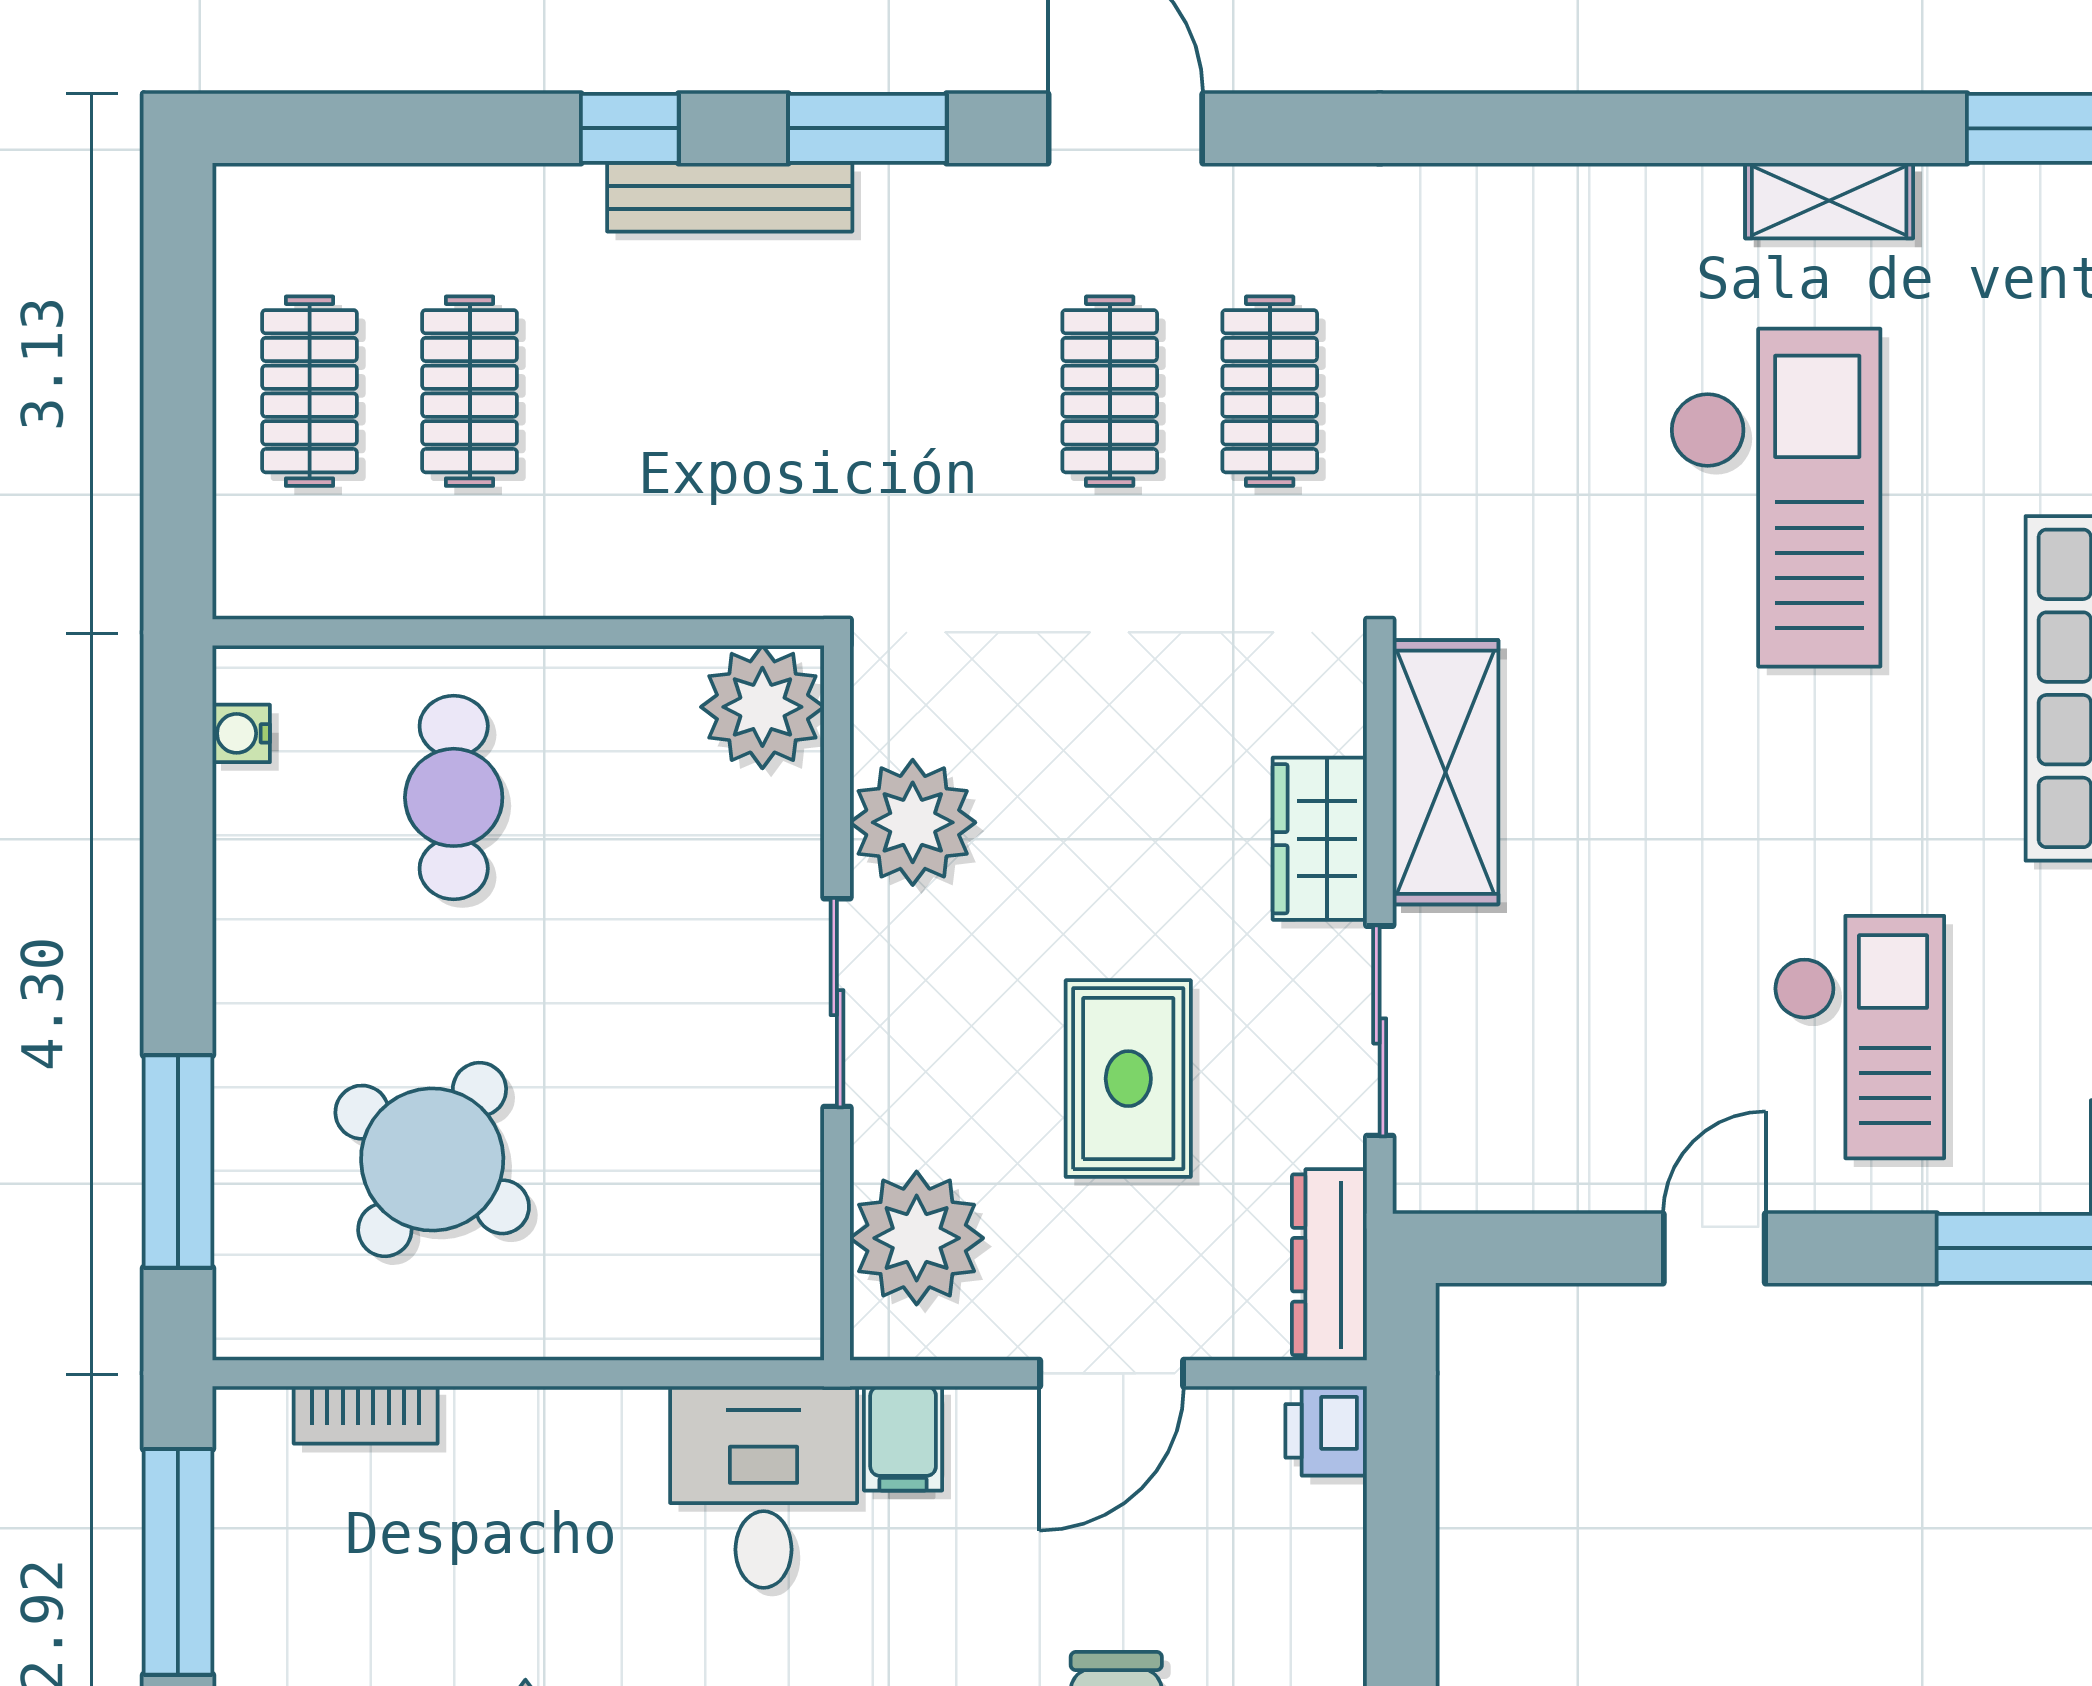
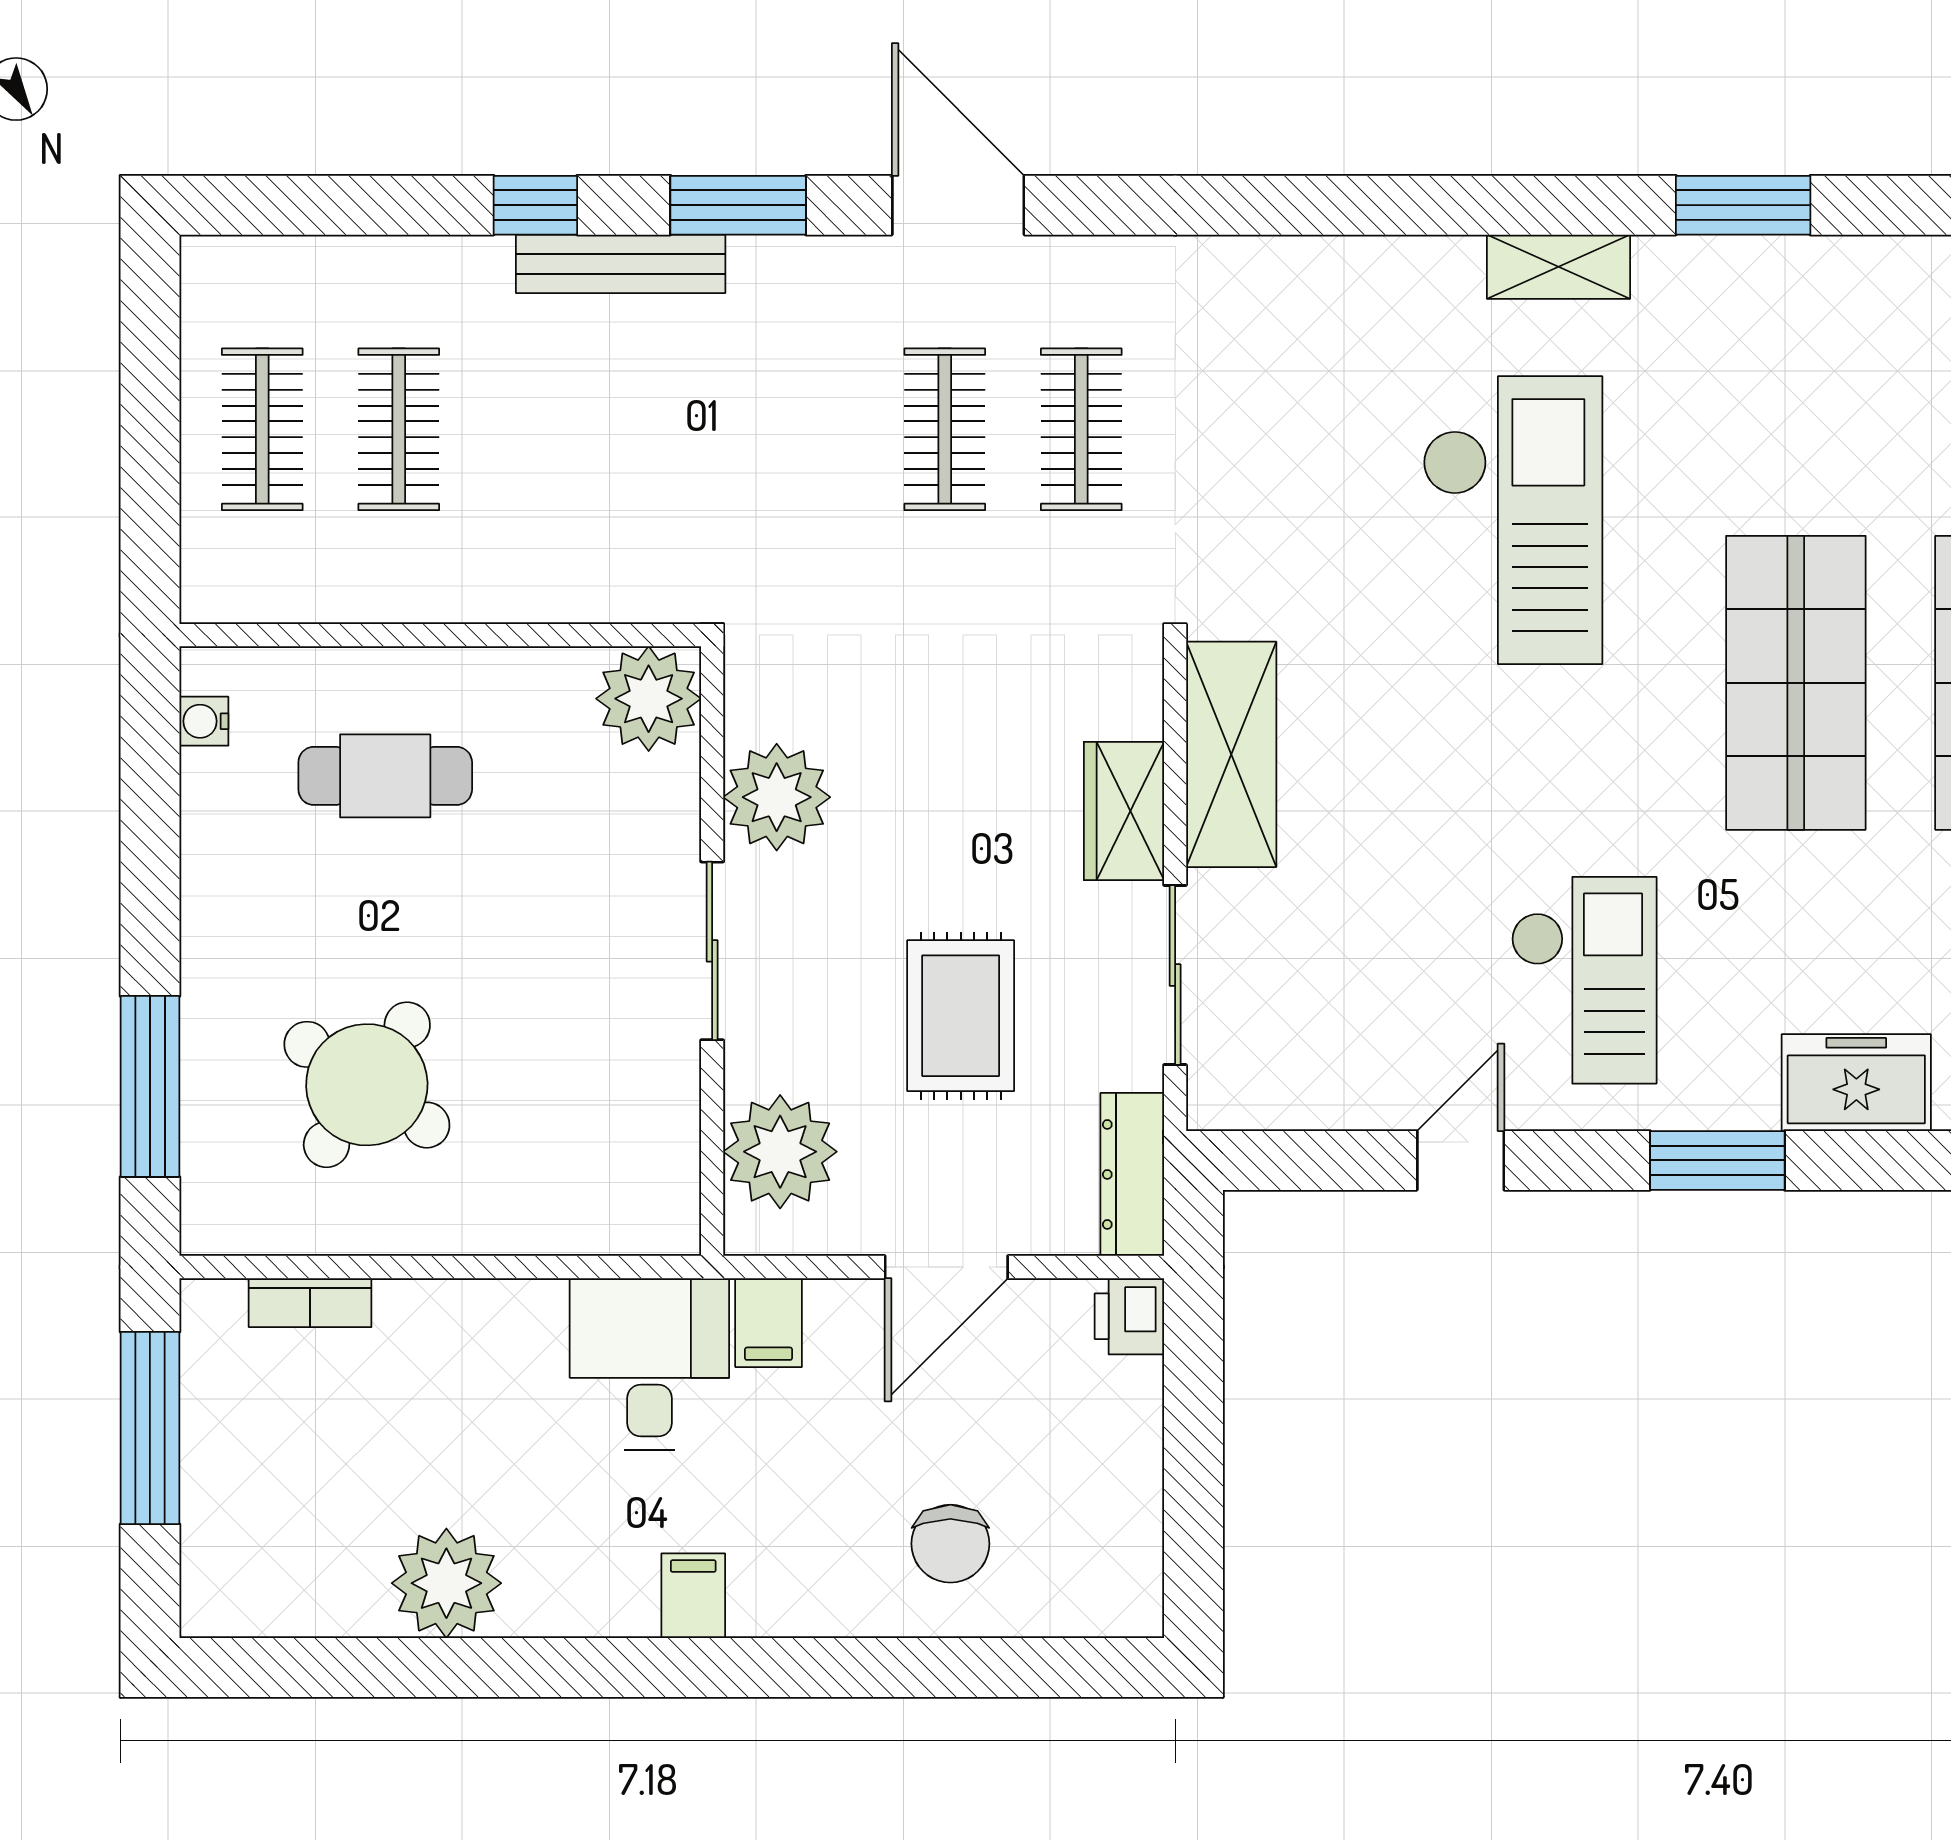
cafe table: (454, 797) -> (385, 776), turned 90

